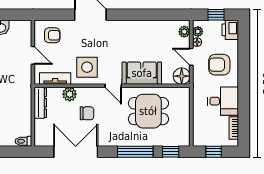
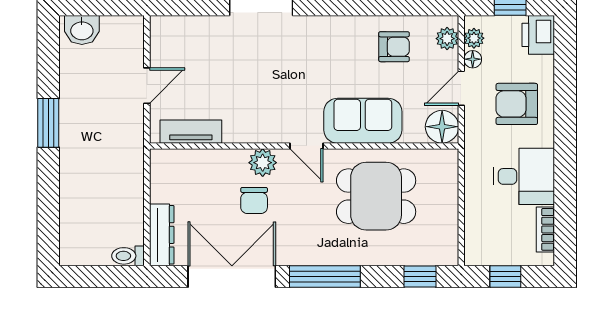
armchair: (52, 35) -> (394, 47), moved
door: (33, 55) -> (147, 86), hinge flipped
door: (191, 57) -> (461, 88), hinge flipped
side table: (87, 67) -> (254, 109), removed
plant: (70, 94) -> (263, 163), moved
dresser: (40, 103) -> (162, 235), moved
chair: (87, 113) -> (254, 200), turned 90
window: (135, 152) -> (325, 277), moved

